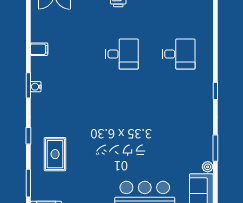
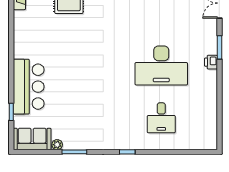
desk: (122, 54) -> (161, 66), width x1.87, depth x1.30

